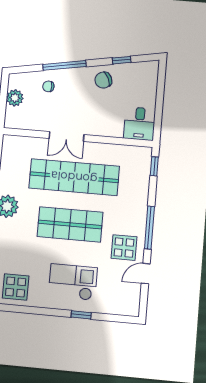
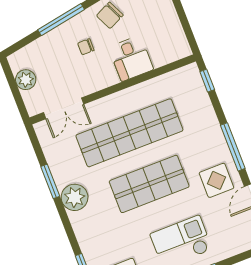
chair: (48, 86) -> (86, 47), moved
desk: (140, 124) -> (131, 58), moved
double door: (67, 137) -> (64, 108), moved

